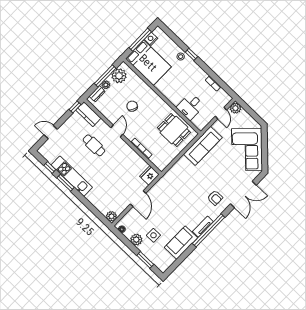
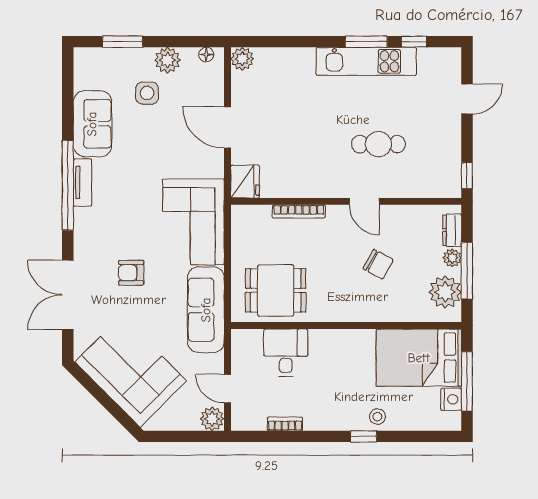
kitchen counter: (88, 114) -> (435, 185), removed
corner sofa: (179, 179) -> (193, 222), added
armchair: (215, 198) -> (131, 273), moved

